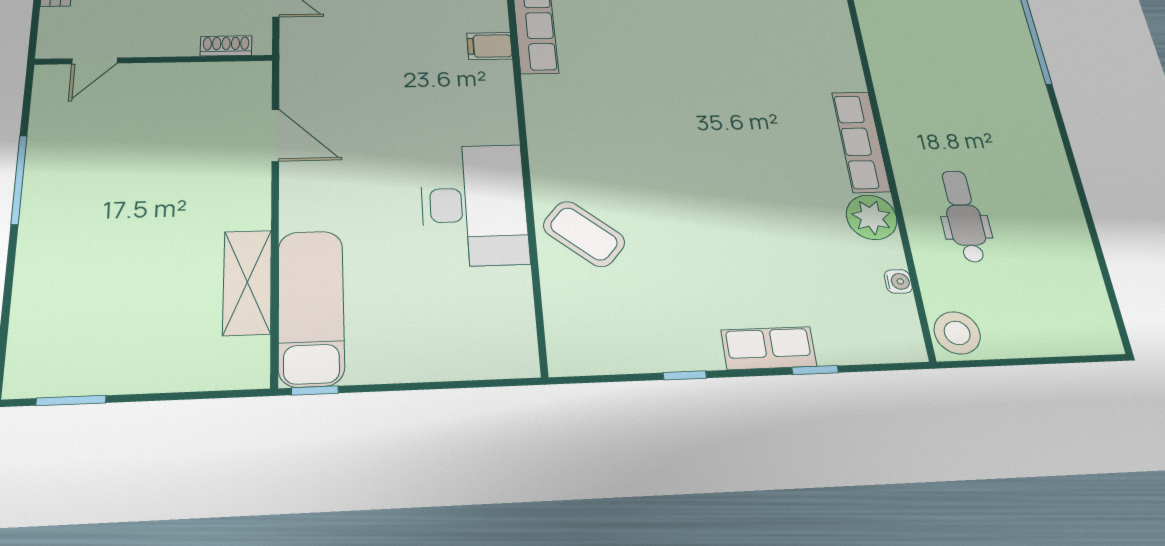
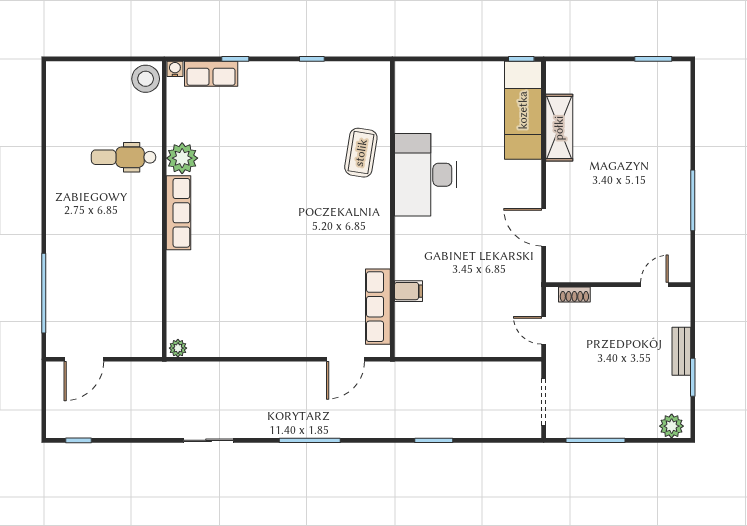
dental chair: (964, 216) -> (124, 157), turned 90
coffee table: (584, 234) -> (361, 153), turned 59
water cooler: (898, 281) -> (175, 69), moved, turned 90
row of seats: (769, 348) -> (211, 74), moved

